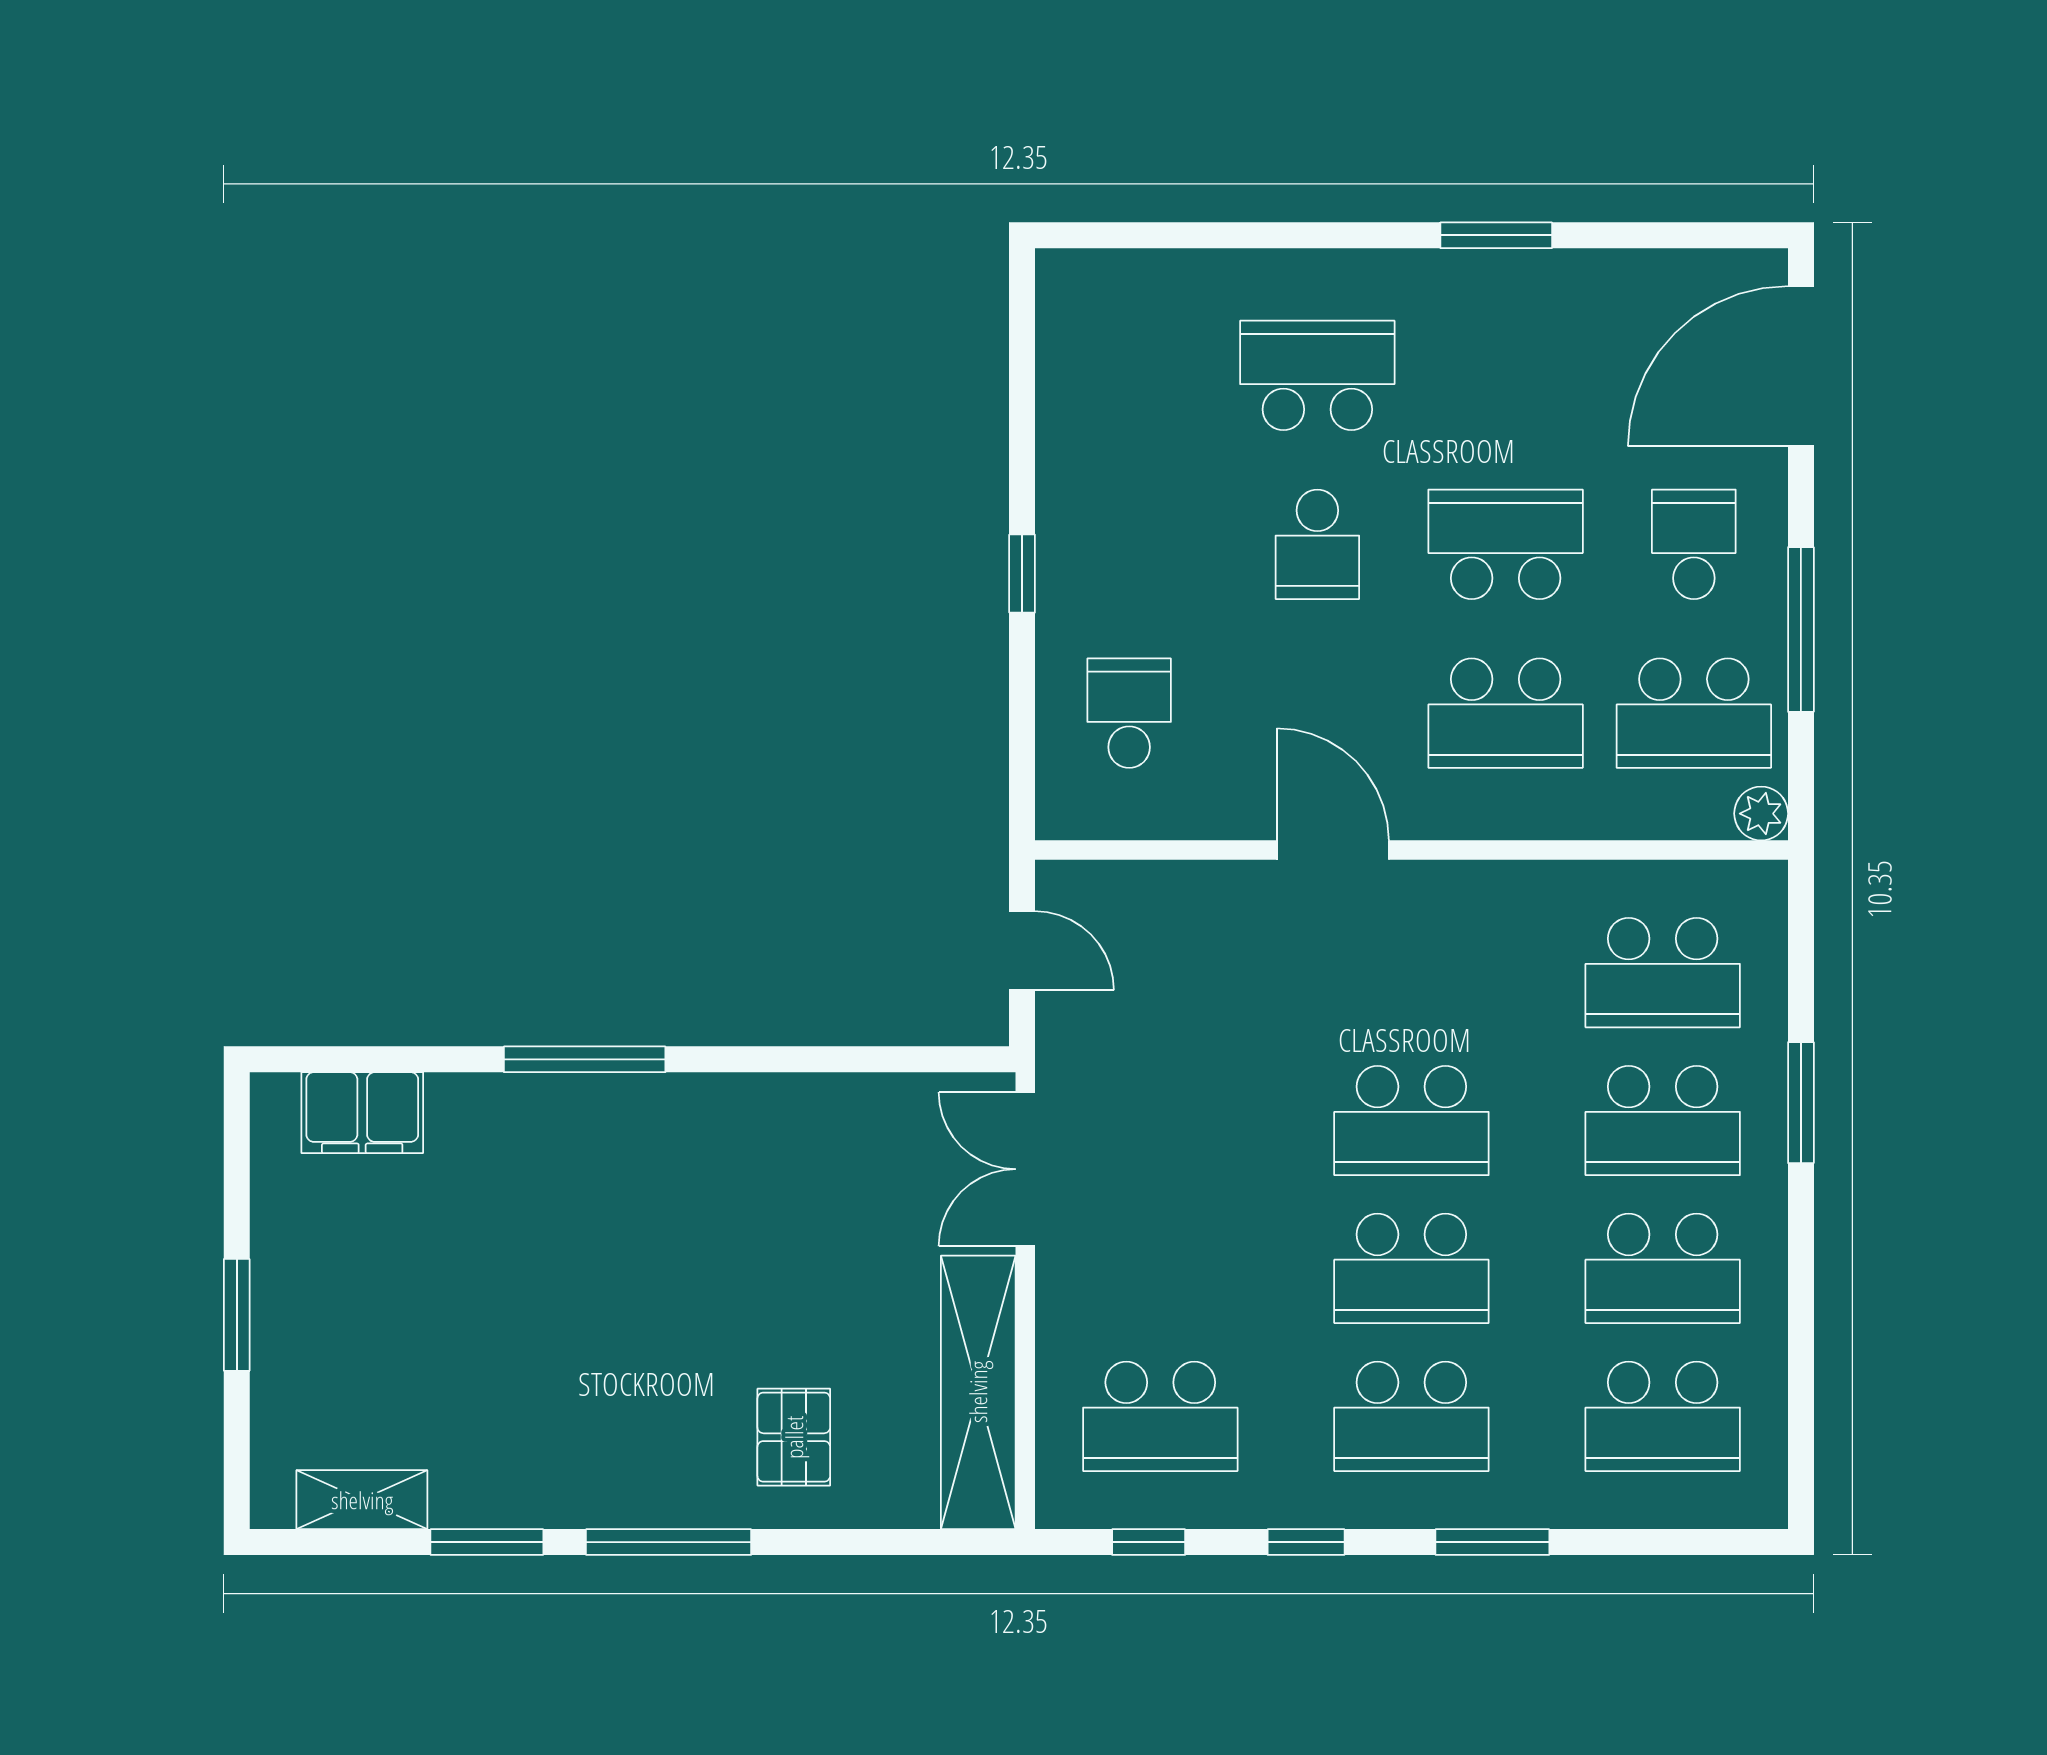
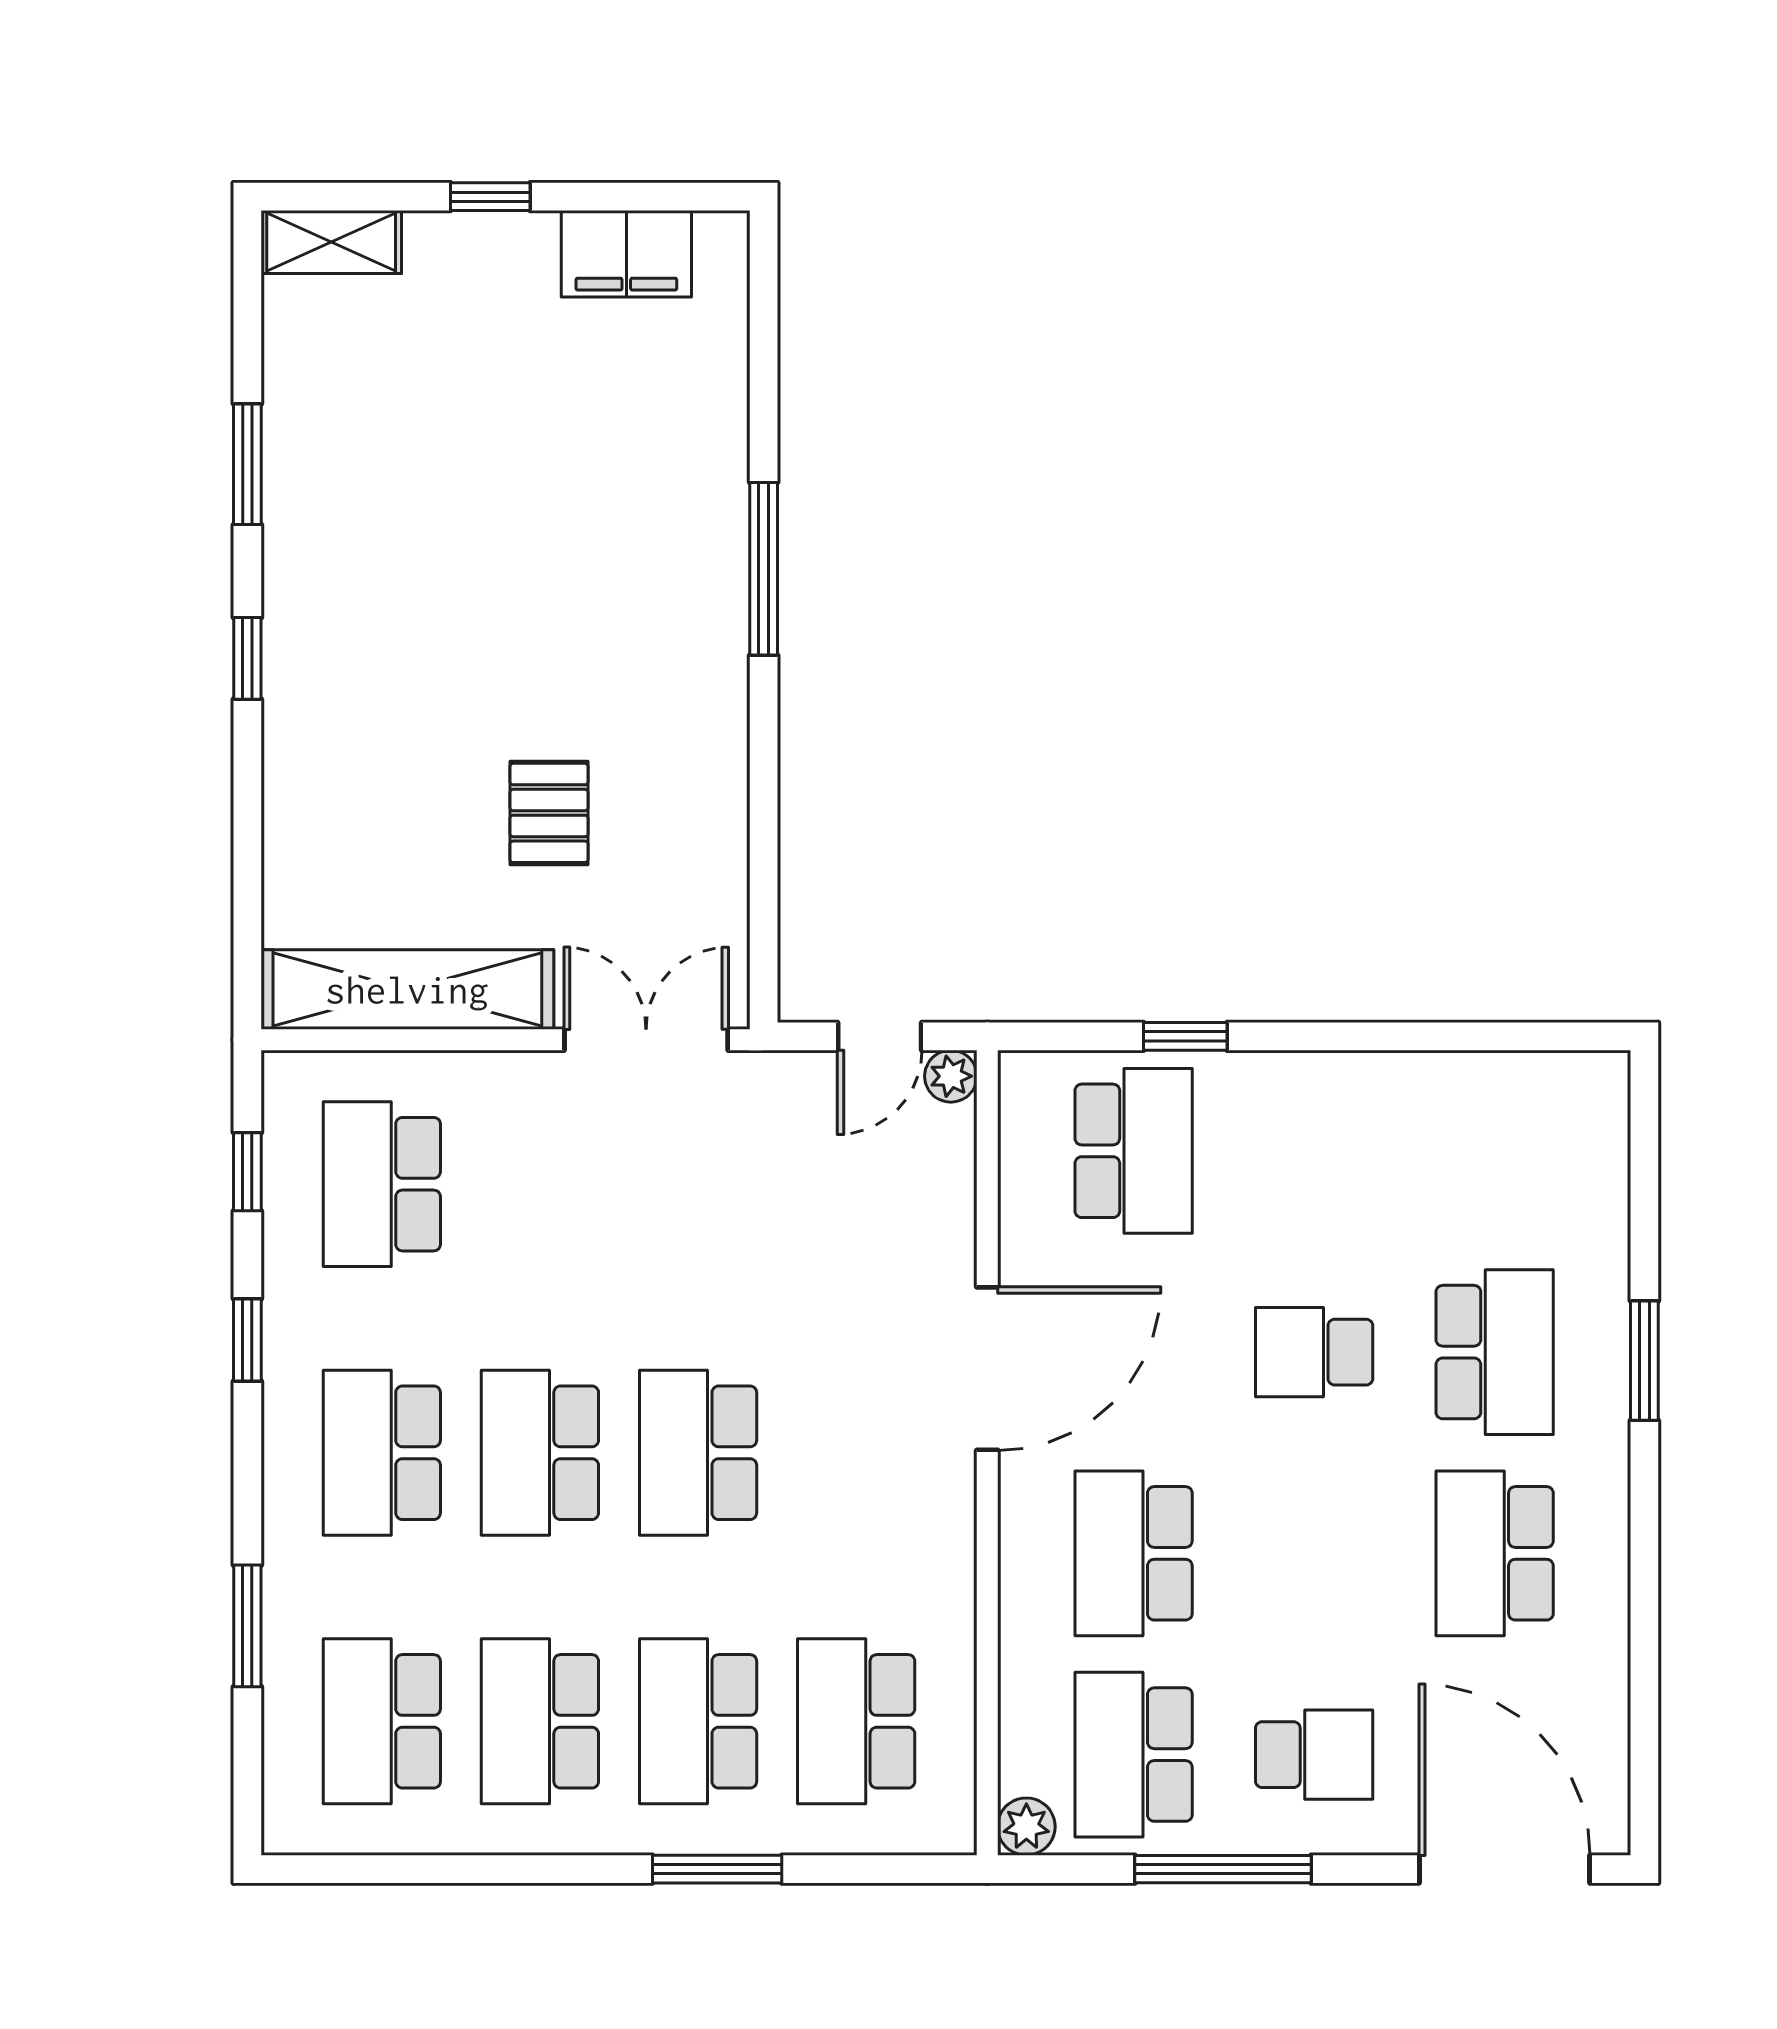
window: (1496, 235) -> (1644, 1361), moved
school desk: (1506, 544) -> (1495, 1553), moved, turned 180
window: (1022, 574) -> (1185, 1036), moved
school desk: (1129, 713) -> (1134, 1151), width x1.85
door: (1333, 850) -> (987, 1369), width x1.36
plant: (1059, 884) -> (951, 1076), added
filing cabinet: (362, 1113) -> (626, 254), moved, turned -90
window: (237, 1315) -> (490, 197), width x0.67
pallet: (794, 1437) -> (549, 813), moved, turned 90
shelving: (362, 1500) -> (331, 242), moved, turned 90
window: (669, 1542) -> (247, 658), width x0.46
window: (1492, 1542) -> (247, 1626), moved

